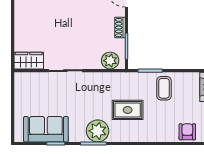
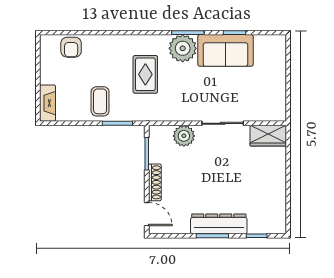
shoe rack: (120, 28) -> (155, 182), width x1.43
plant: (110, 61) -> (184, 136), moved
rug: (128, 110) -> (145, 74), turned 90
sofa: (46, 129) -> (225, 50), moved

